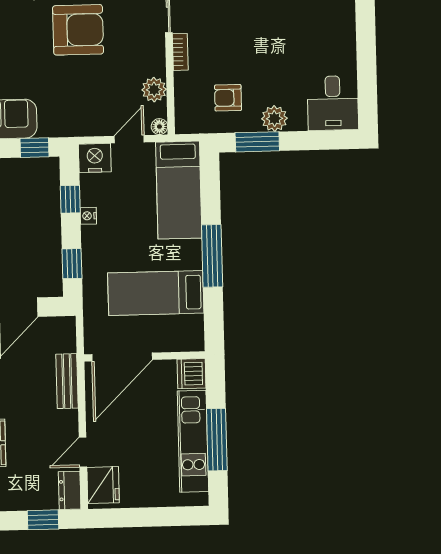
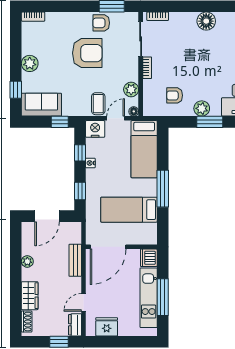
coffee table: (99, 115) -> (98, 104), added
window: (257, 142) -> (210, 122), moved
fridge: (103, 485) -> (107, 327), moved, turned -90

